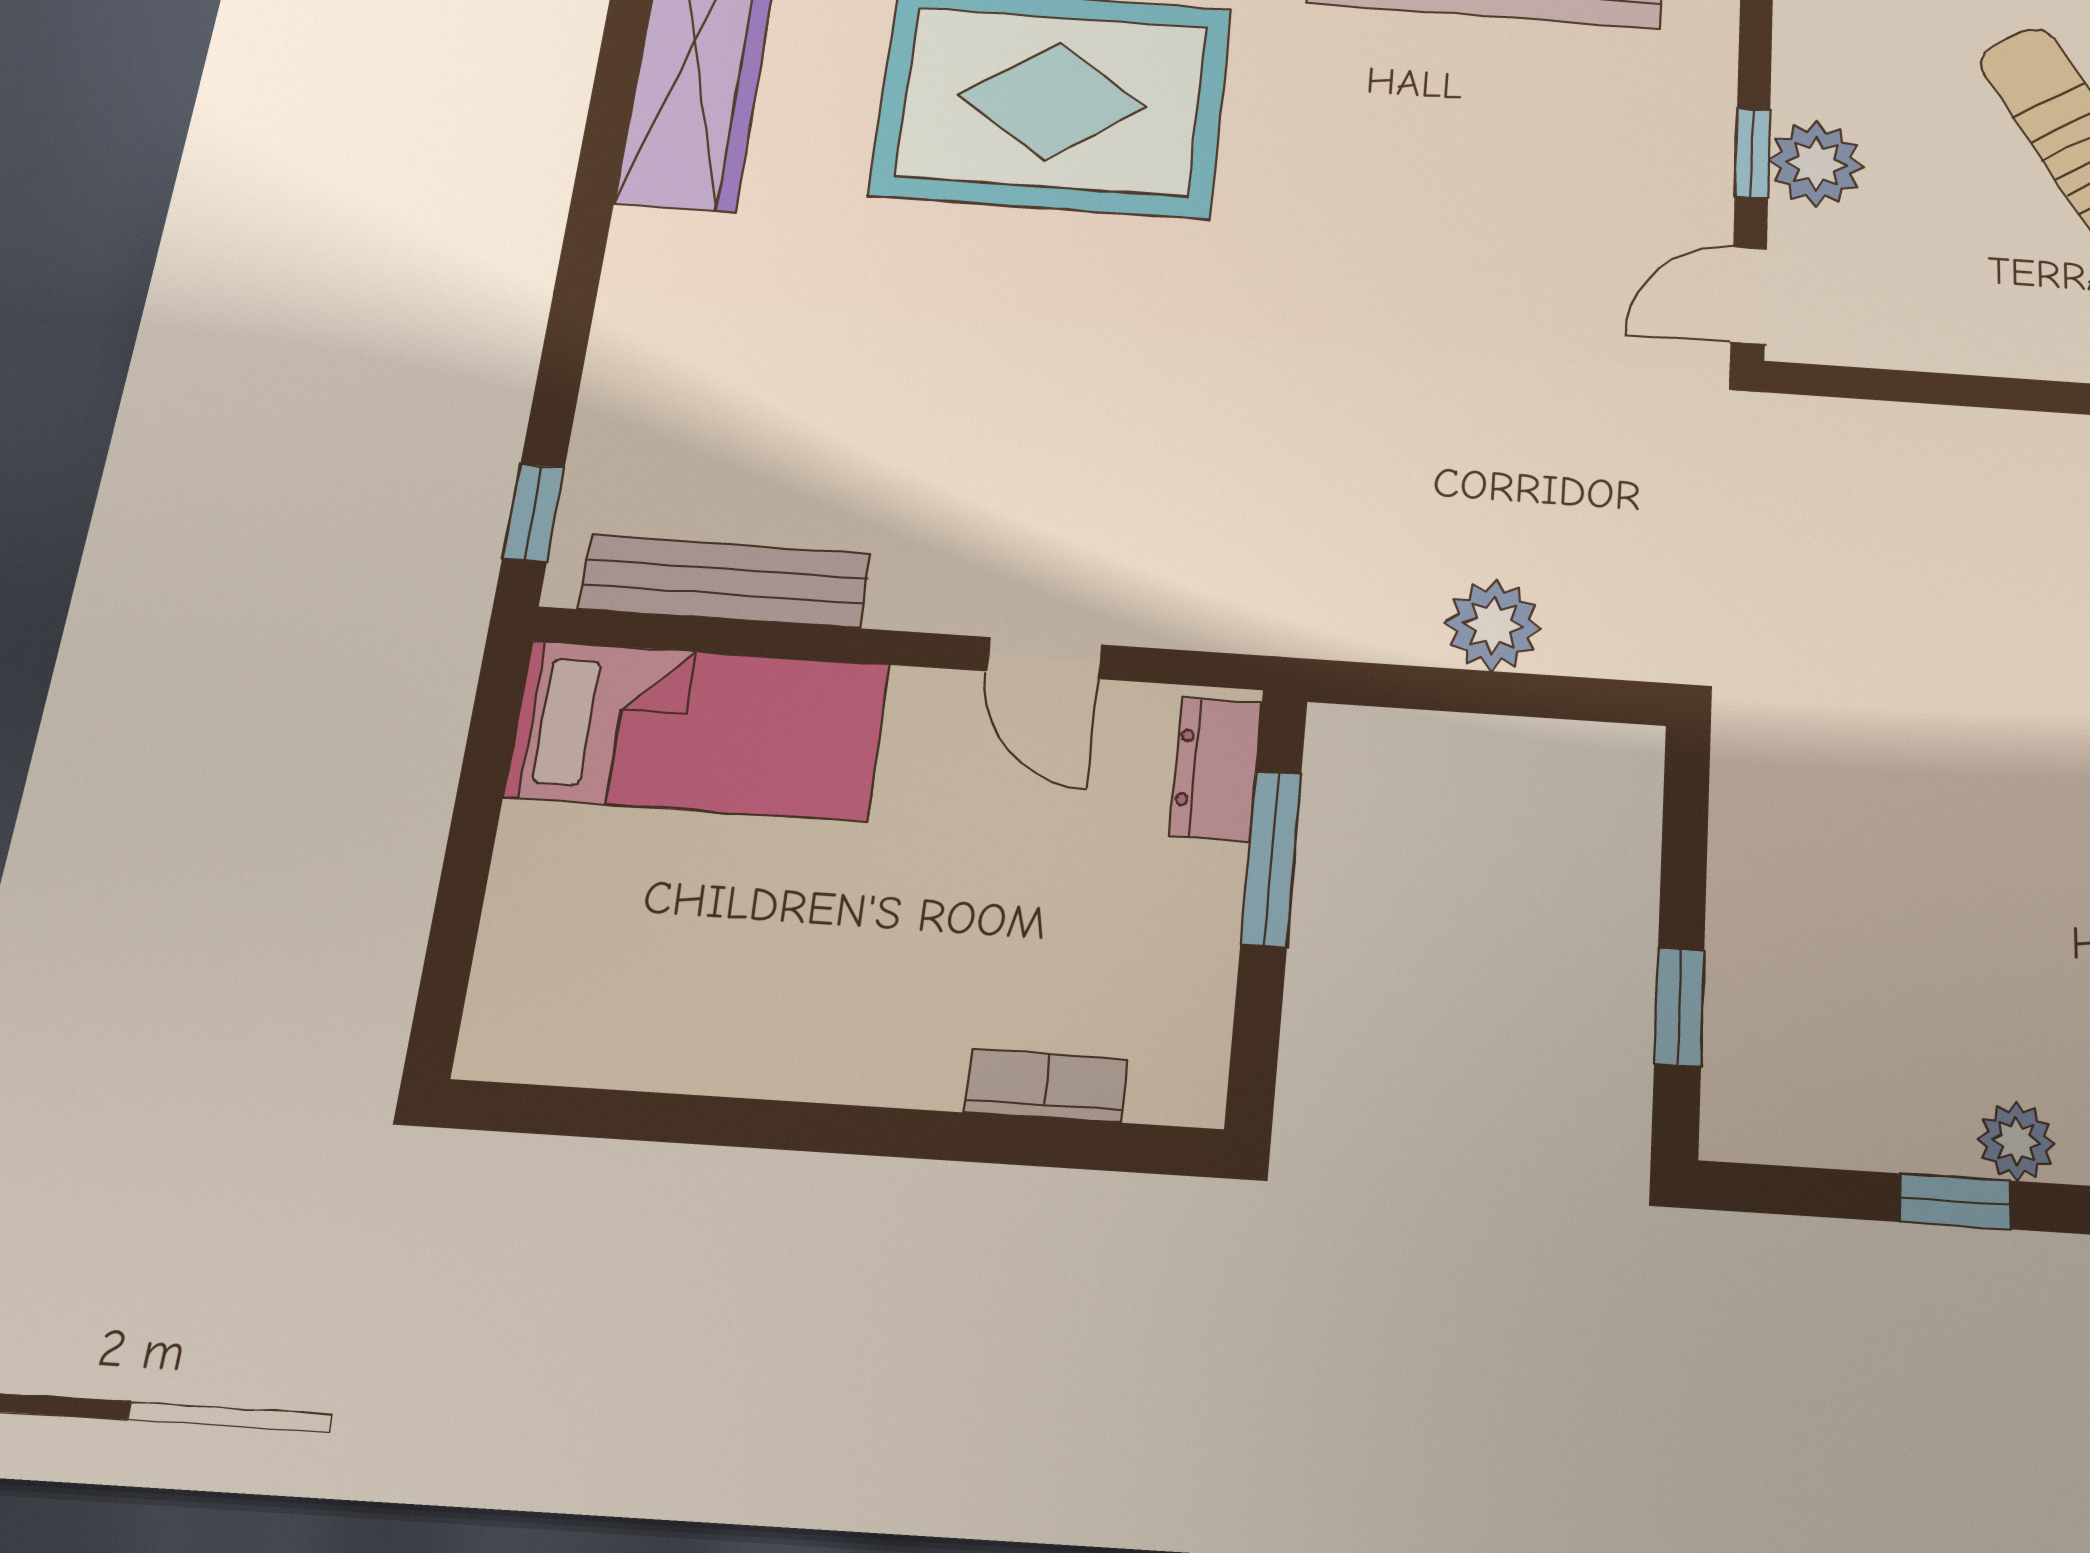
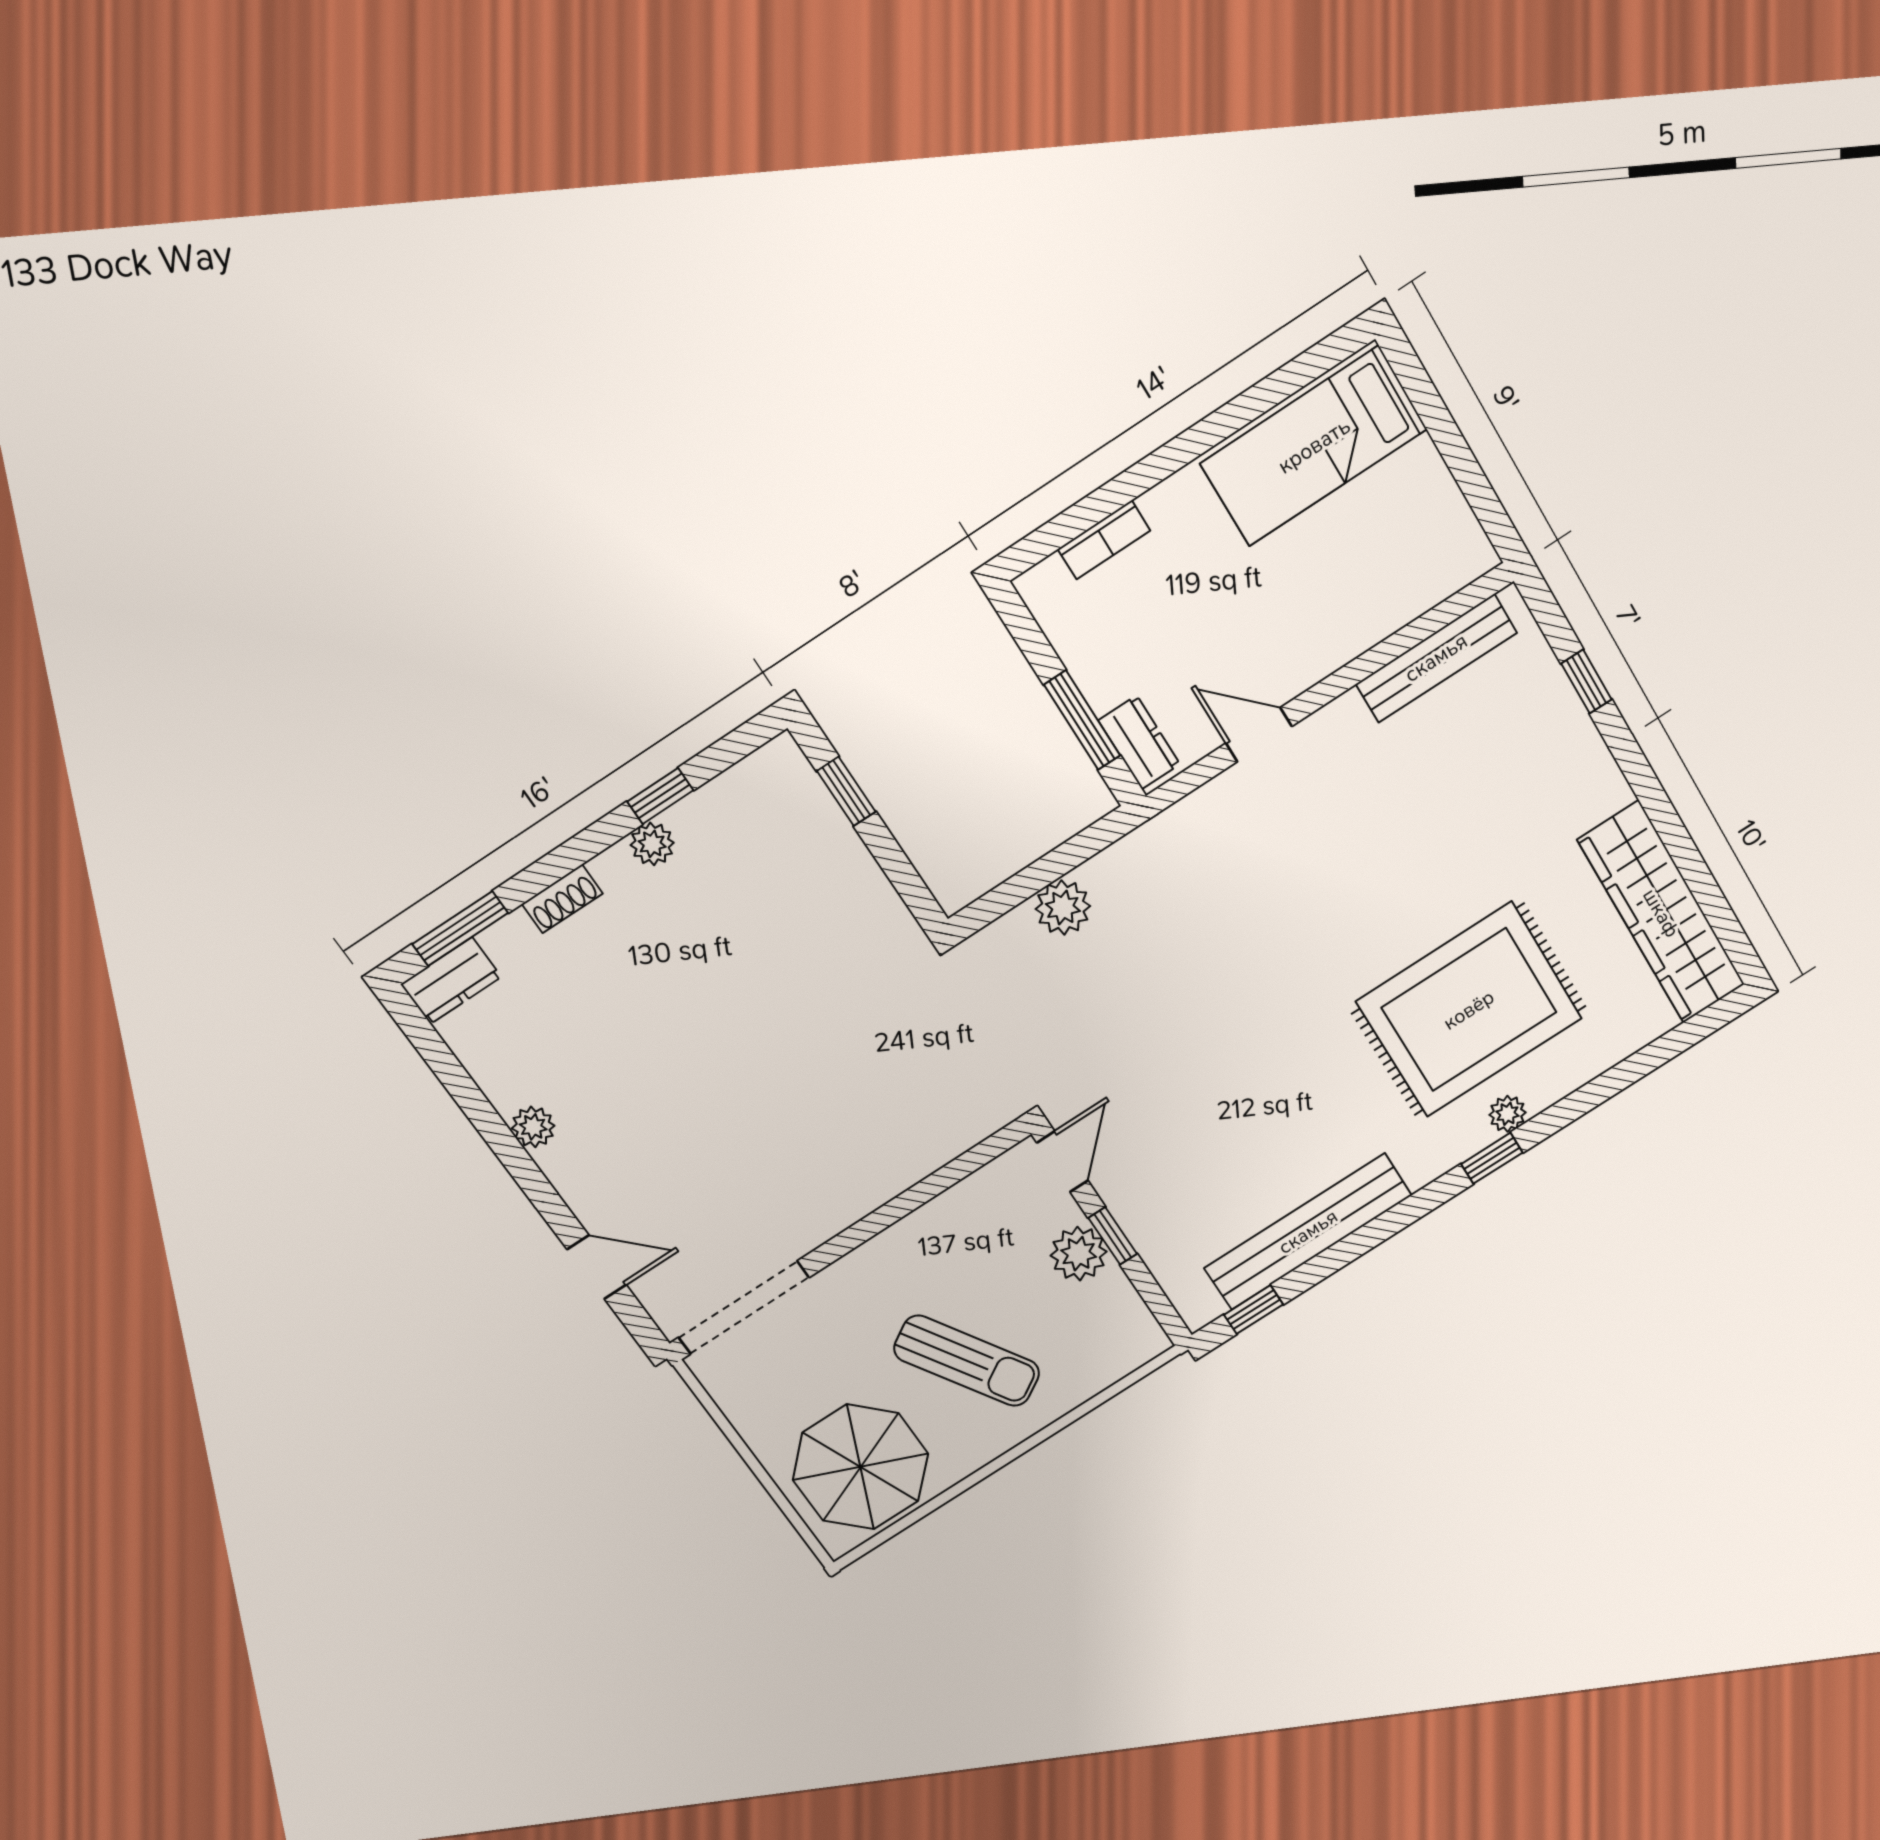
window: (534, 513) -> (1586, 682), moved
bed: (698, 730) -> (1314, 446), moved

